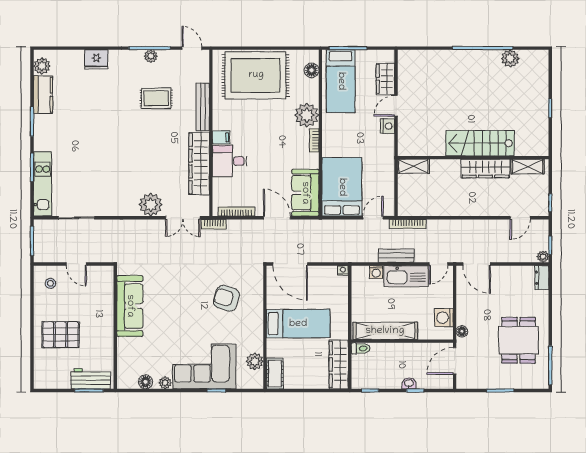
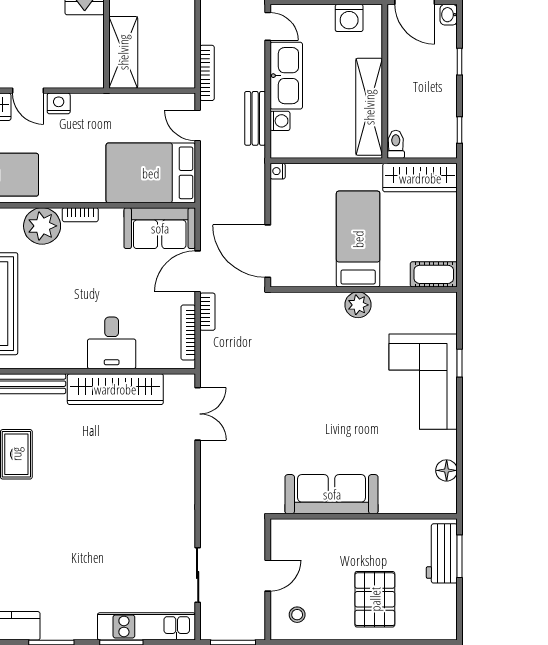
filing cabinet: (221, 137) -> (76, 356), removed
shelving: (413, 166) -> (123, 52), width x1.50, depth x1.33
plant: (151, 205) -> (178, 463), removed
bookcase: (214, 224) -> (207, 312), moved
bench: (396, 256) -> (255, 118), moved
door: (290, 264) -> (268, 251), swing flipped
armchair: (226, 298) -> (320, 348), removed
plant: (255, 361) -> (358, 305), moved
plant: (165, 383) -> (448, 441), removed
washbasin: (409, 383) -> (449, 15), moved

